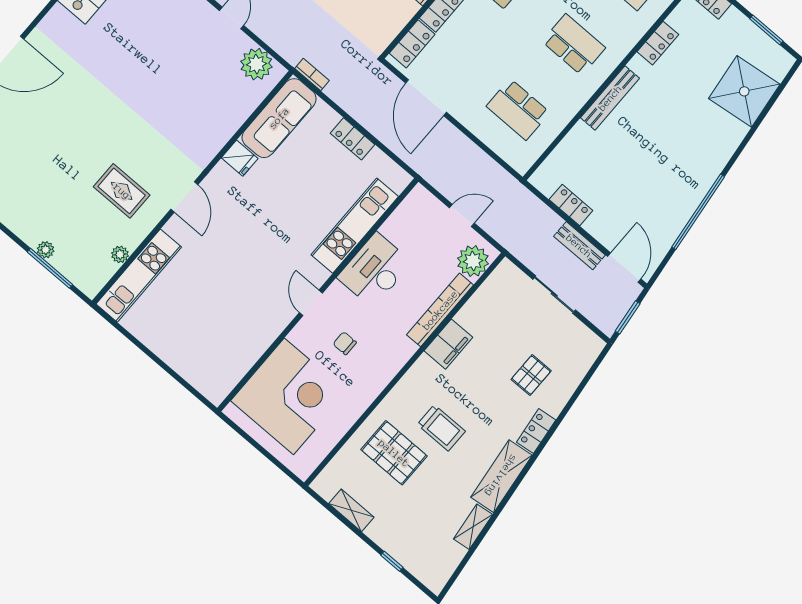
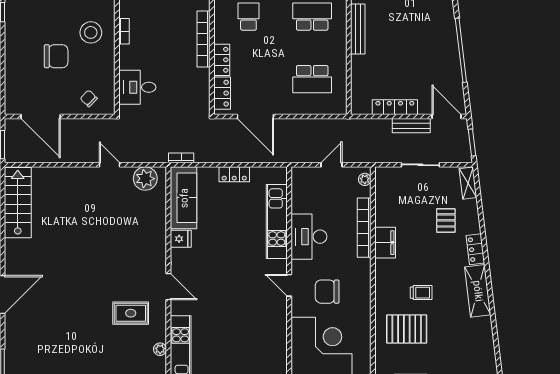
locker: (571, 205) -> (395, 107), width x1.53
plant: (473, 261) -> (365, 179), width x0.53, depth x0.53
chair: (345, 343) -> (327, 292), width x1.87, depth x1.87
trolley: (441, 428) -> (421, 293), width x0.73, depth x0.72
shelving: (473, 527) -> (468, 183), moved

